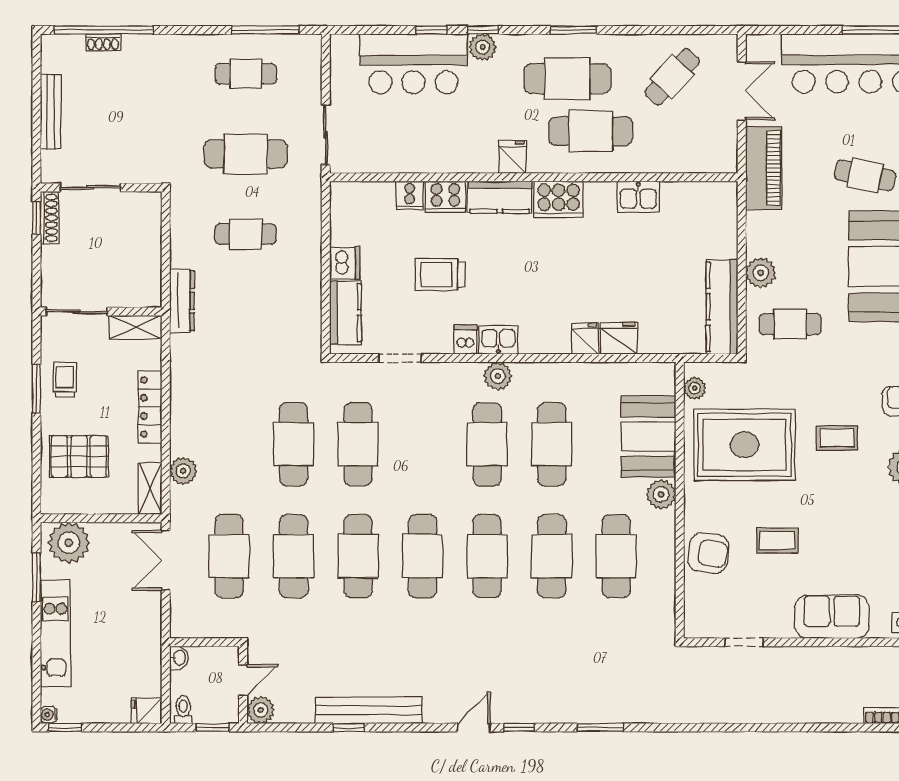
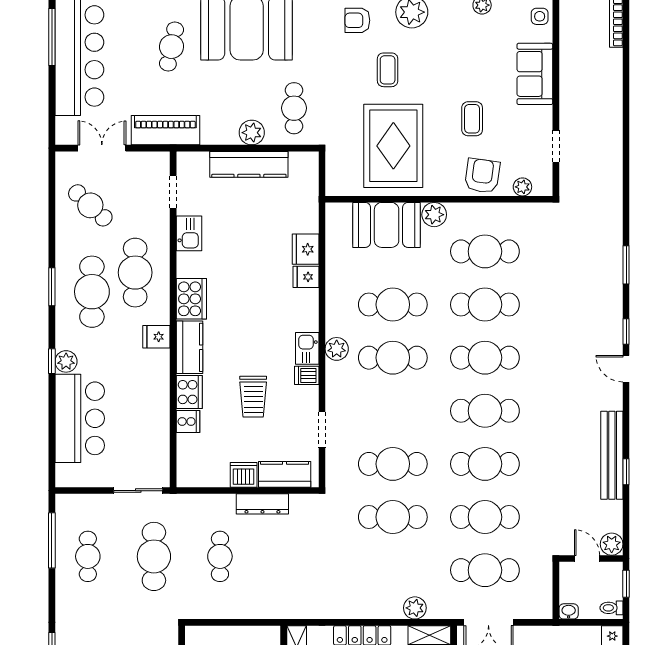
window: (431, 30) -> (52, 404), removed
doorway: (689, 177) -> (173, 192), added
dresser: (182, 301) -> (262, 504), moved, turned 180
kitchen counter: (722, 307) -> (249, 164), moved
plant: (695, 388) -> (522, 187), moved

